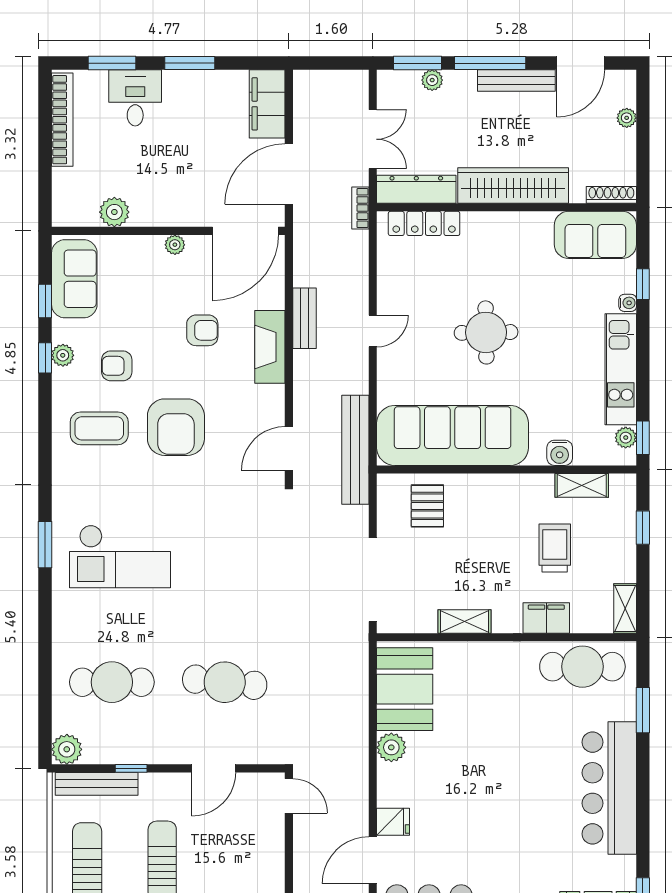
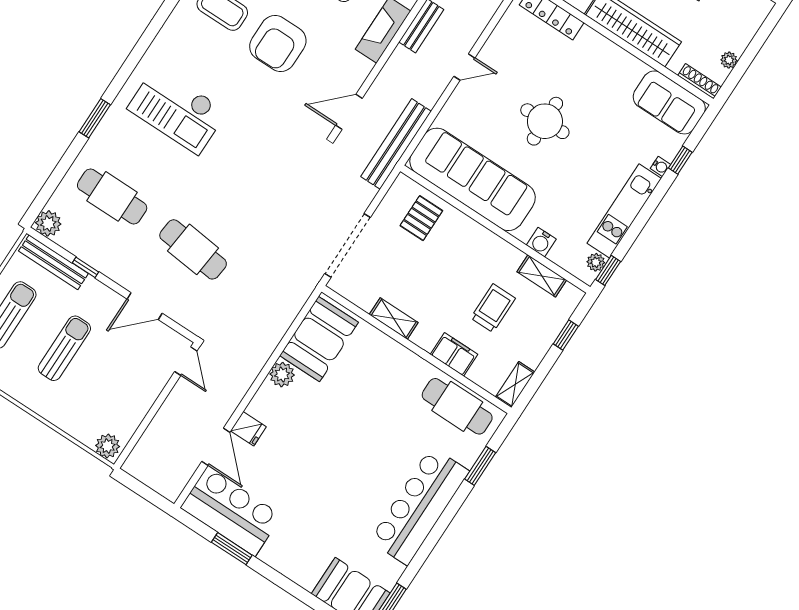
plant: (627, 118) -> (729, 60), moved
window: (45, 545) -> (95, 118), moved
door: (373, 860) -> (216, 447), swing flipped

